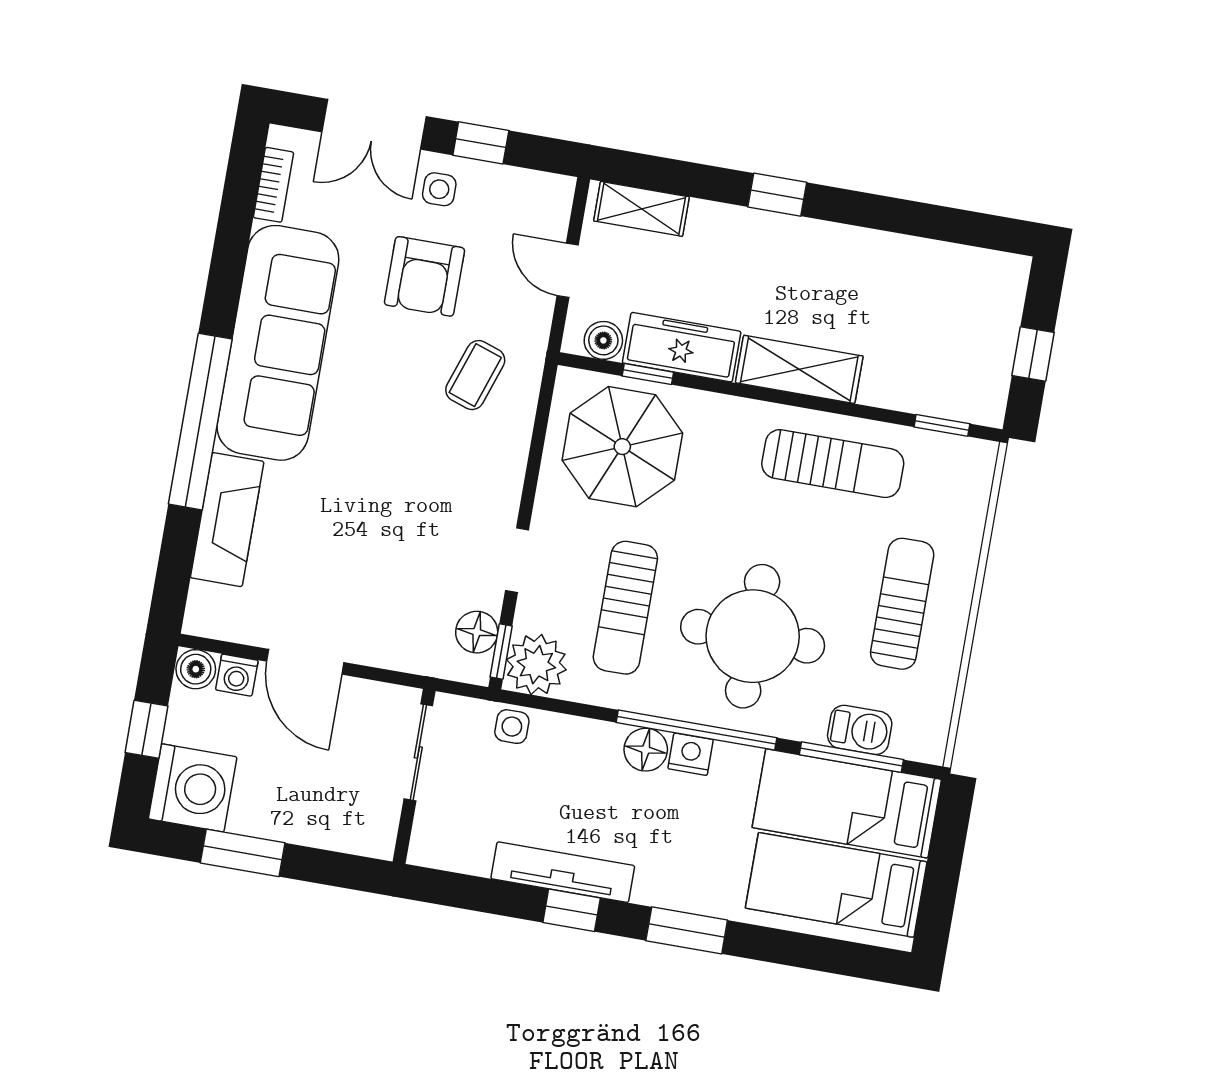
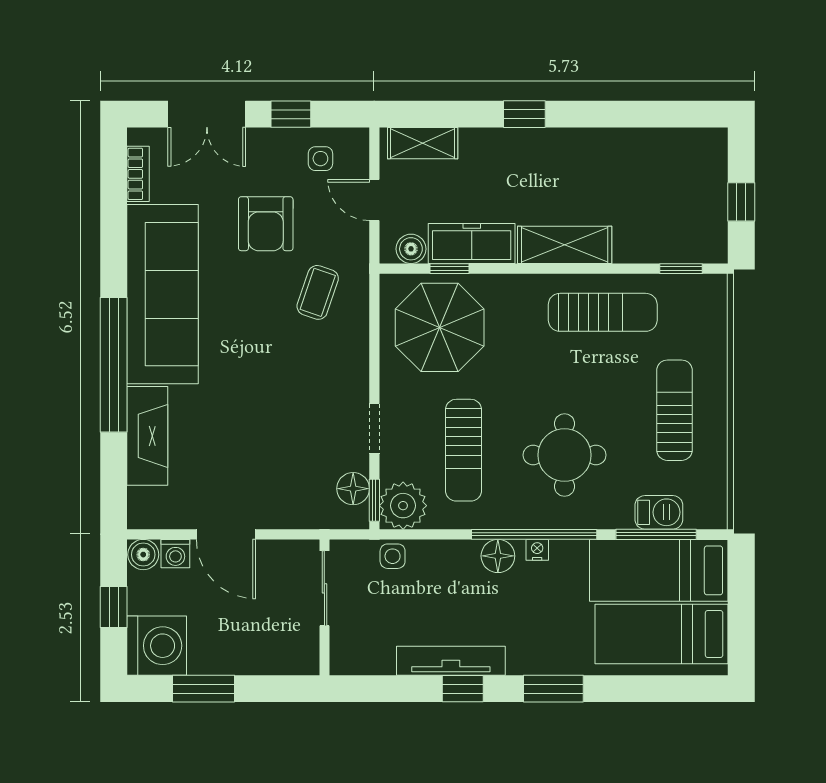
side table: (439, 189) -> (320, 159), moved
round table: (753, 636) -> (565, 455), width x0.73, depth x0.73
nightstand: (691, 754) -> (537, 550), width x0.72, depth x0.74

